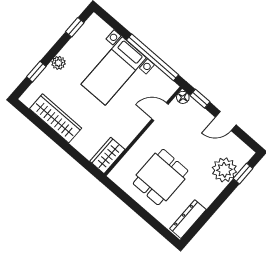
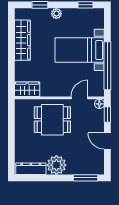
door: (160, 112) -> (80, 98), hinge flipped
plant: (224, 170) -> (56, 165), moved
window: (243, 174) -> (85, 178), width x1.50
dining table: (161, 177) -> (52, 120), moved

